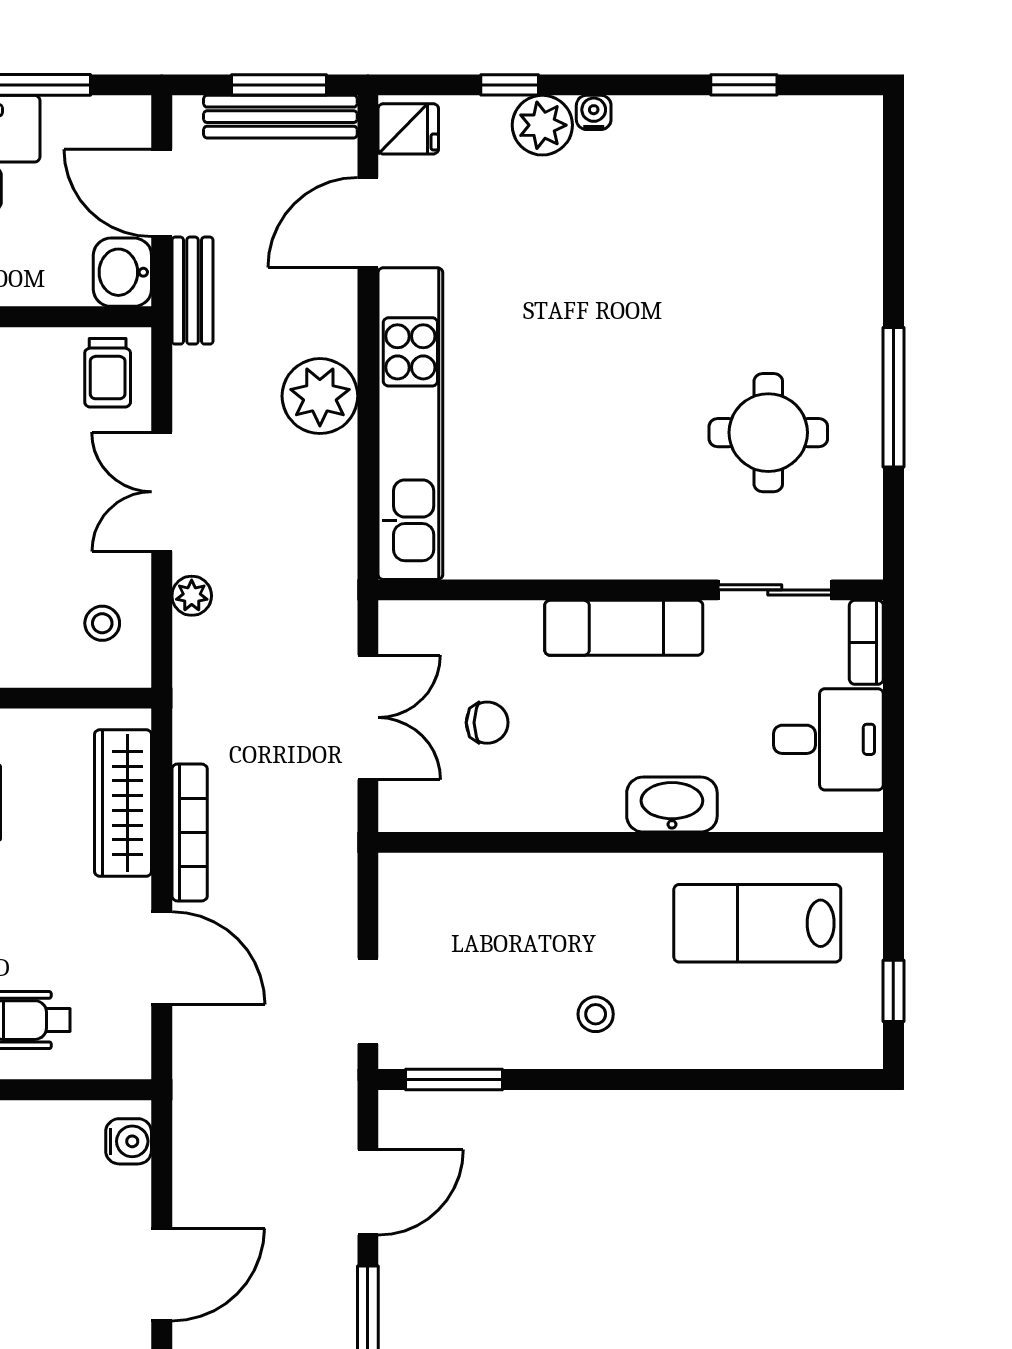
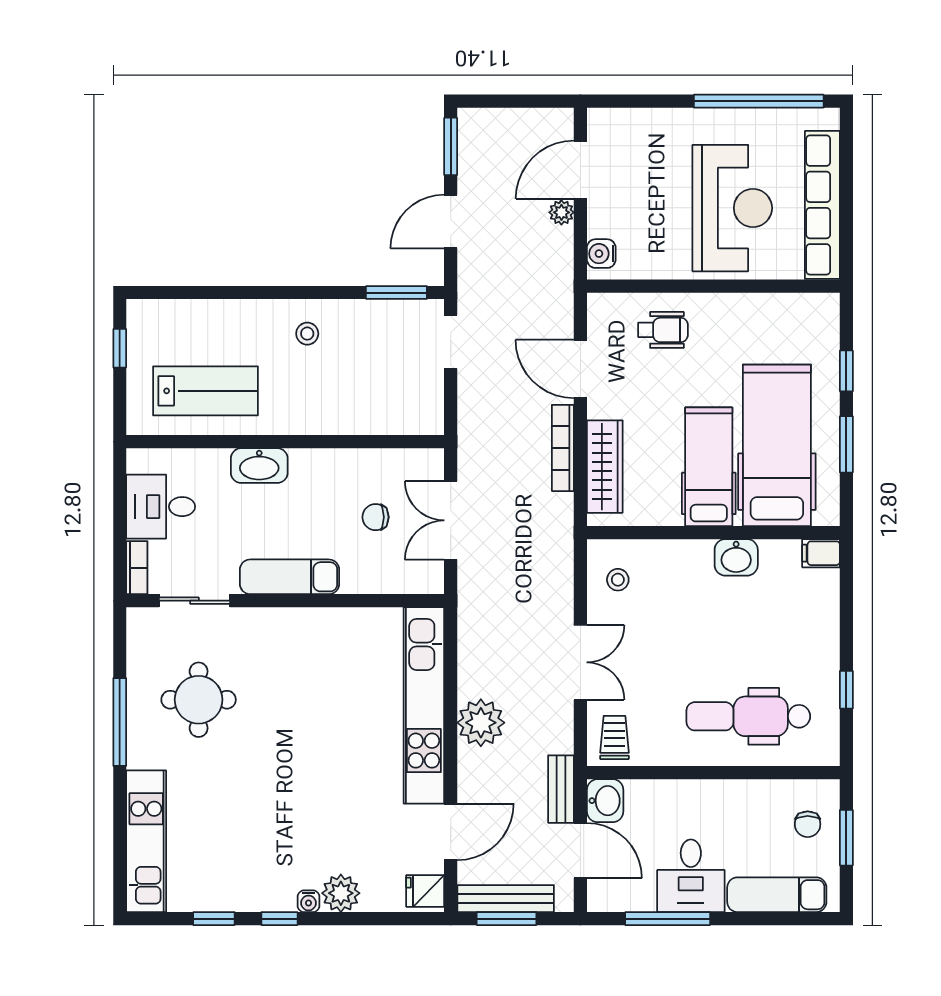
window: (510, 85) -> (279, 919), moved
kitchen unit: (851, 208) -> (146, 841), added
plant: (192, 596) -> (561, 212), moved

